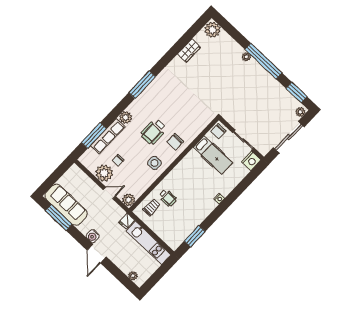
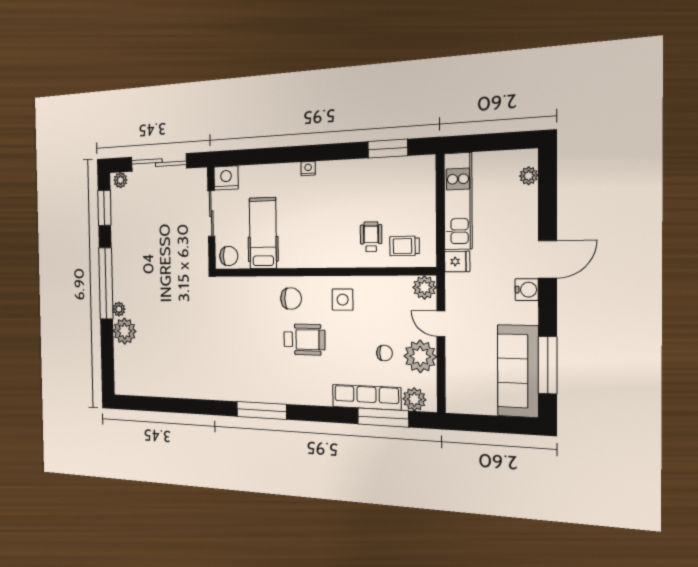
plant: (212, 30) -> (125, 331), moved
wardrobe: (189, 51) -> (172, 387), removed
plant: (126, 117) -> (414, 399), moved

